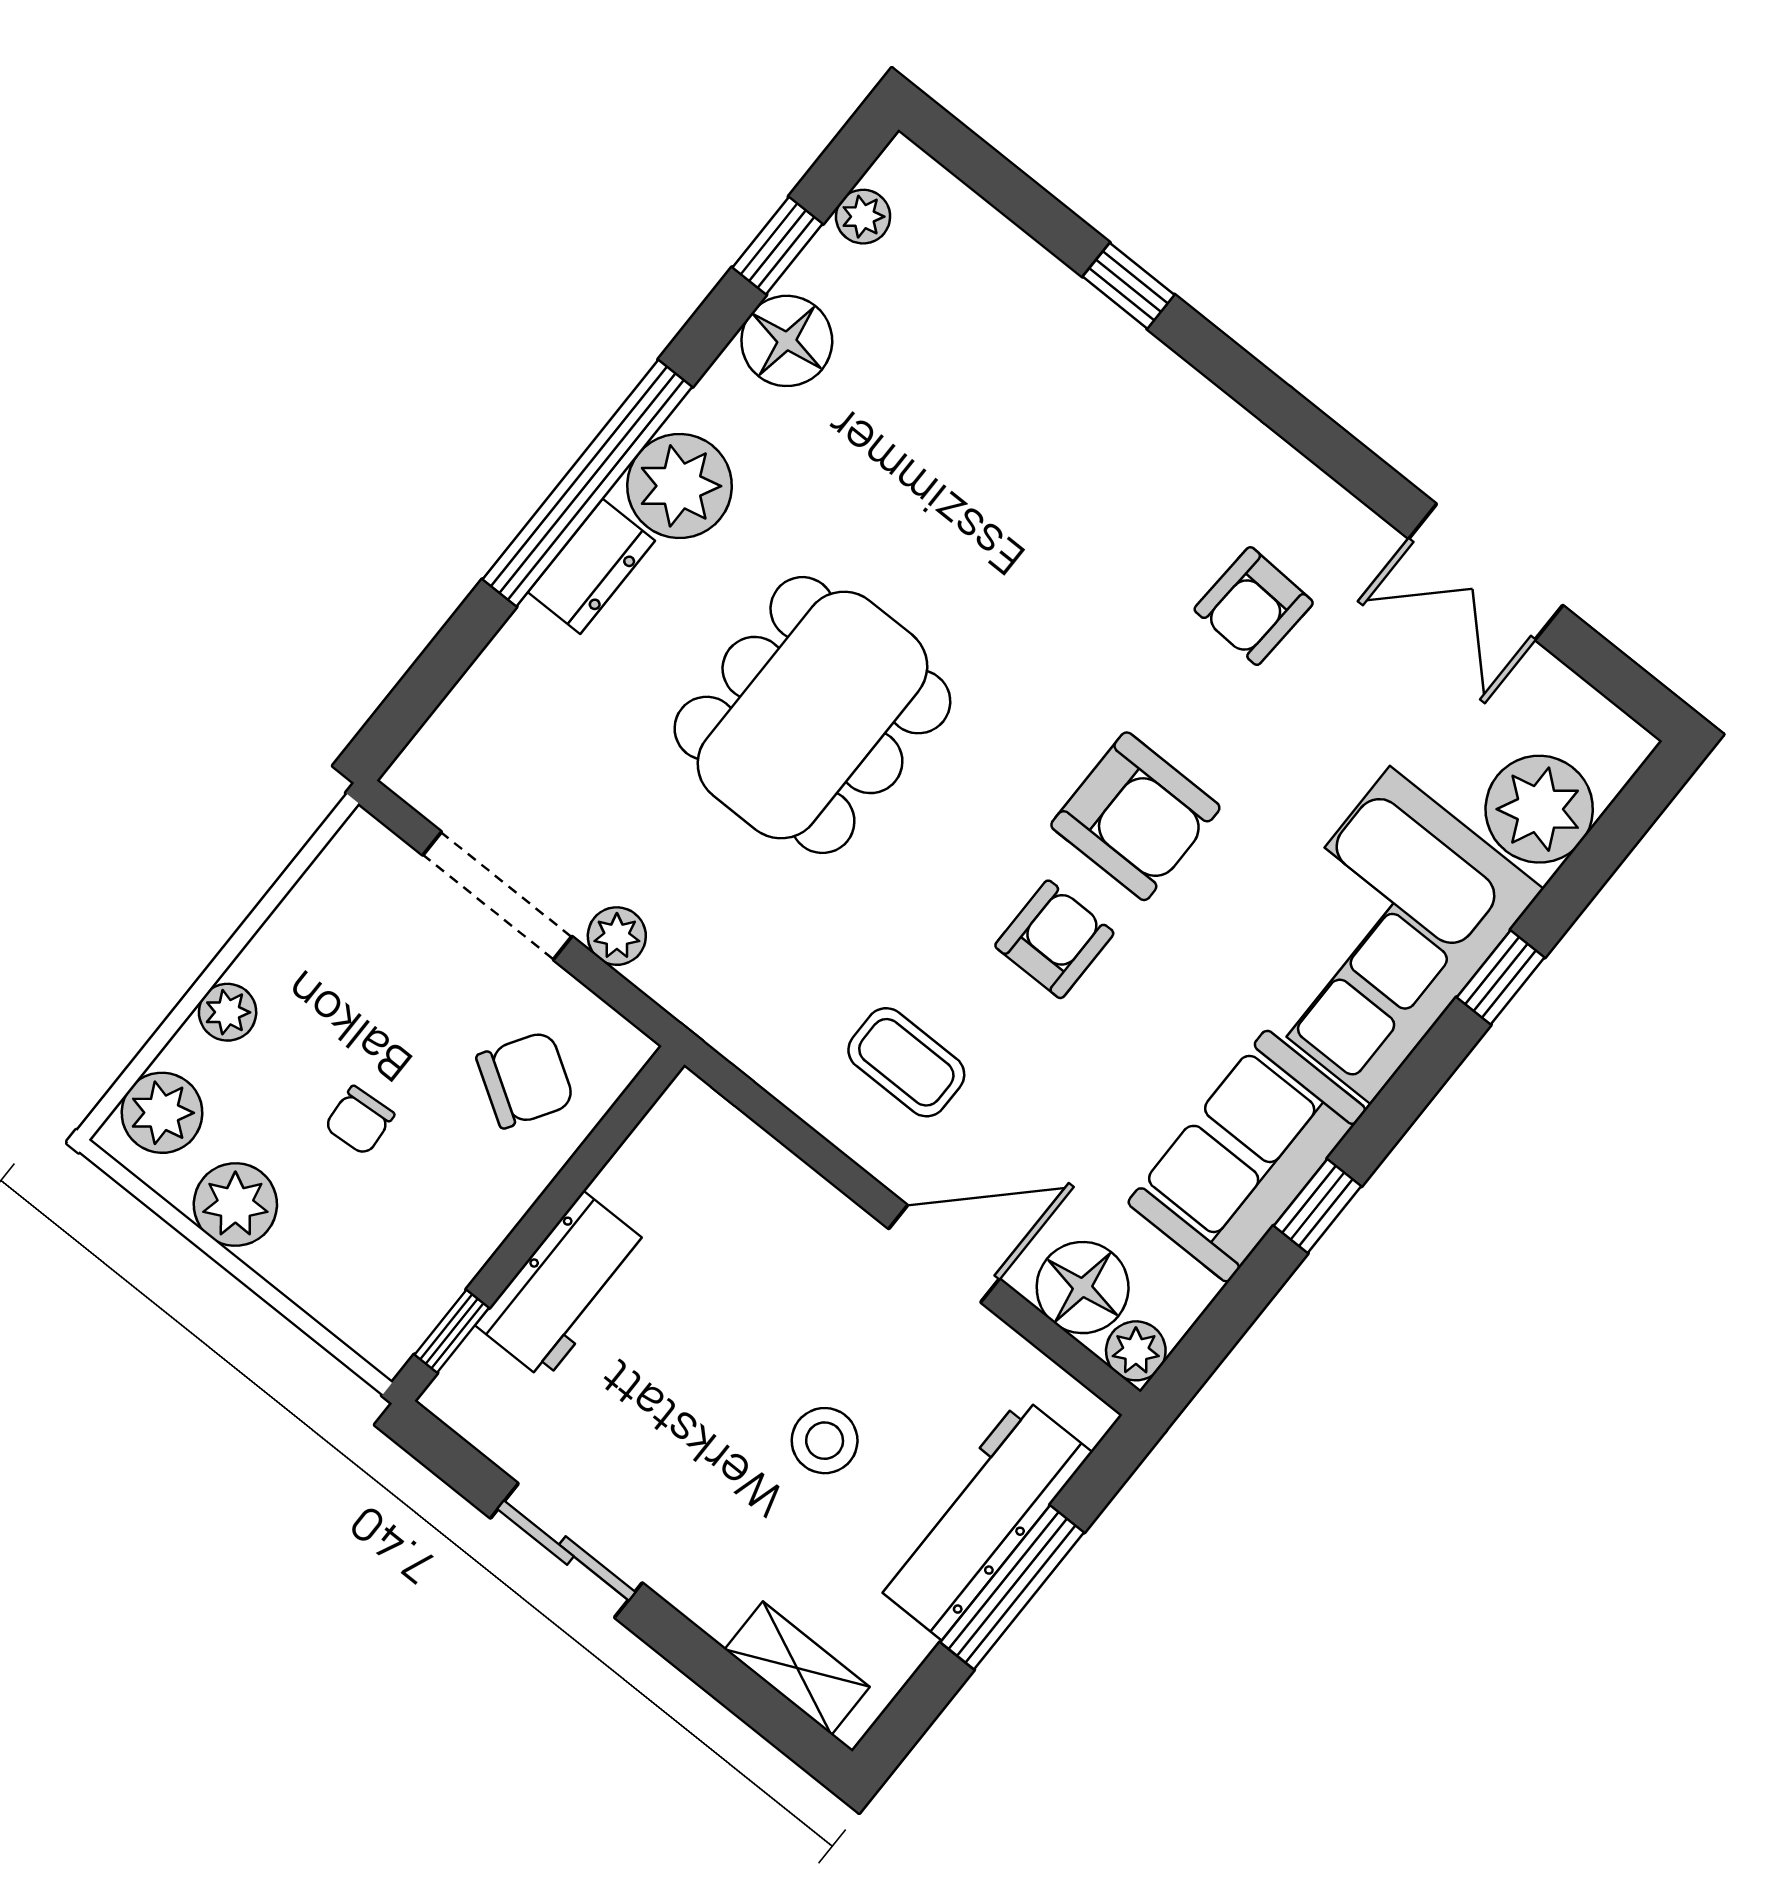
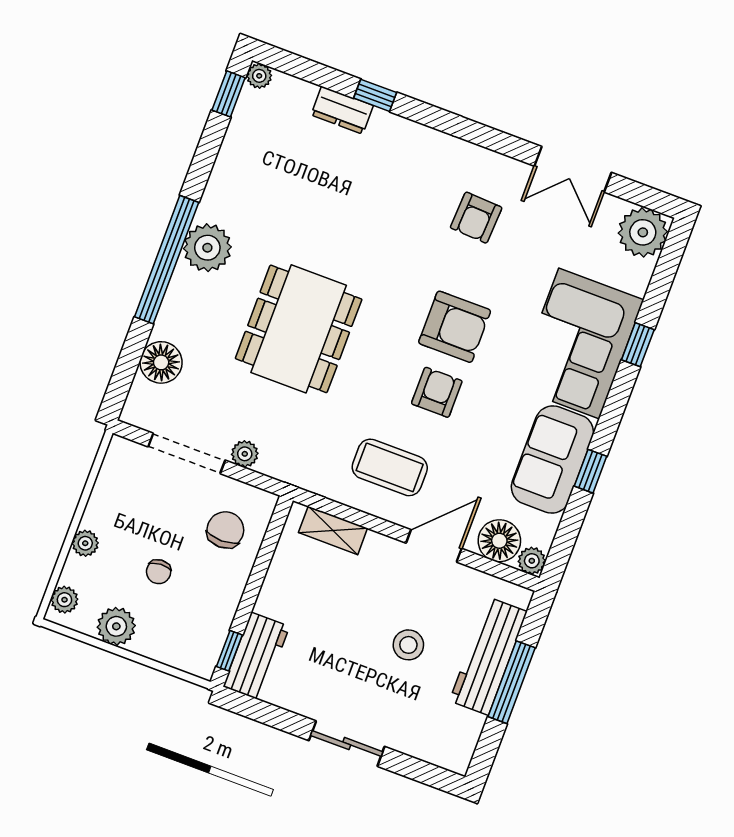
plant: (863, 217) -> (259, 76), moved
window: (777, 246) -> (229, 94), moved
floor lamp: (787, 341) -> (161, 362), moved
dresser: (591, 566) -> (342, 110), moved, turned 90
plant: (1539, 809) -> (643, 232), moved
coffee table: (906, 1062) -> (390, 467), width x1.36, depth x1.30
chair: (525, 1080) -> (225, 530), turned -32
plant: (162, 1113) -> (64, 600), width x0.73, depth x0.73
workbench: (564, 1286) -> (256, 656), moved
sliding door: (566, 1550) -> (347, 744), moved
shelving: (797, 1668) -> (333, 530), moved

